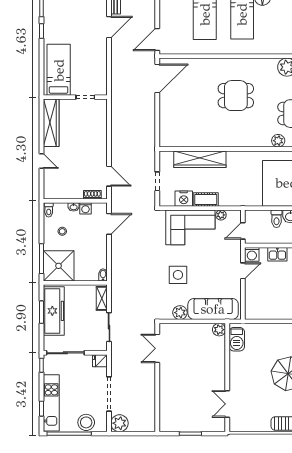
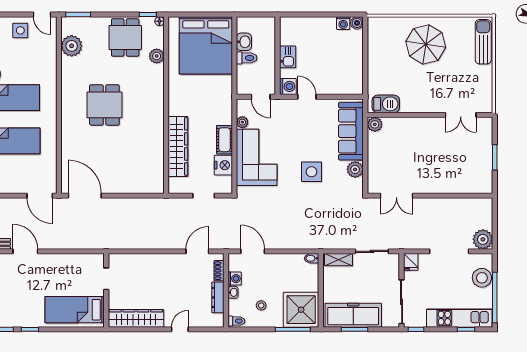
dresser: (69, 194) -> (218, 297), added

